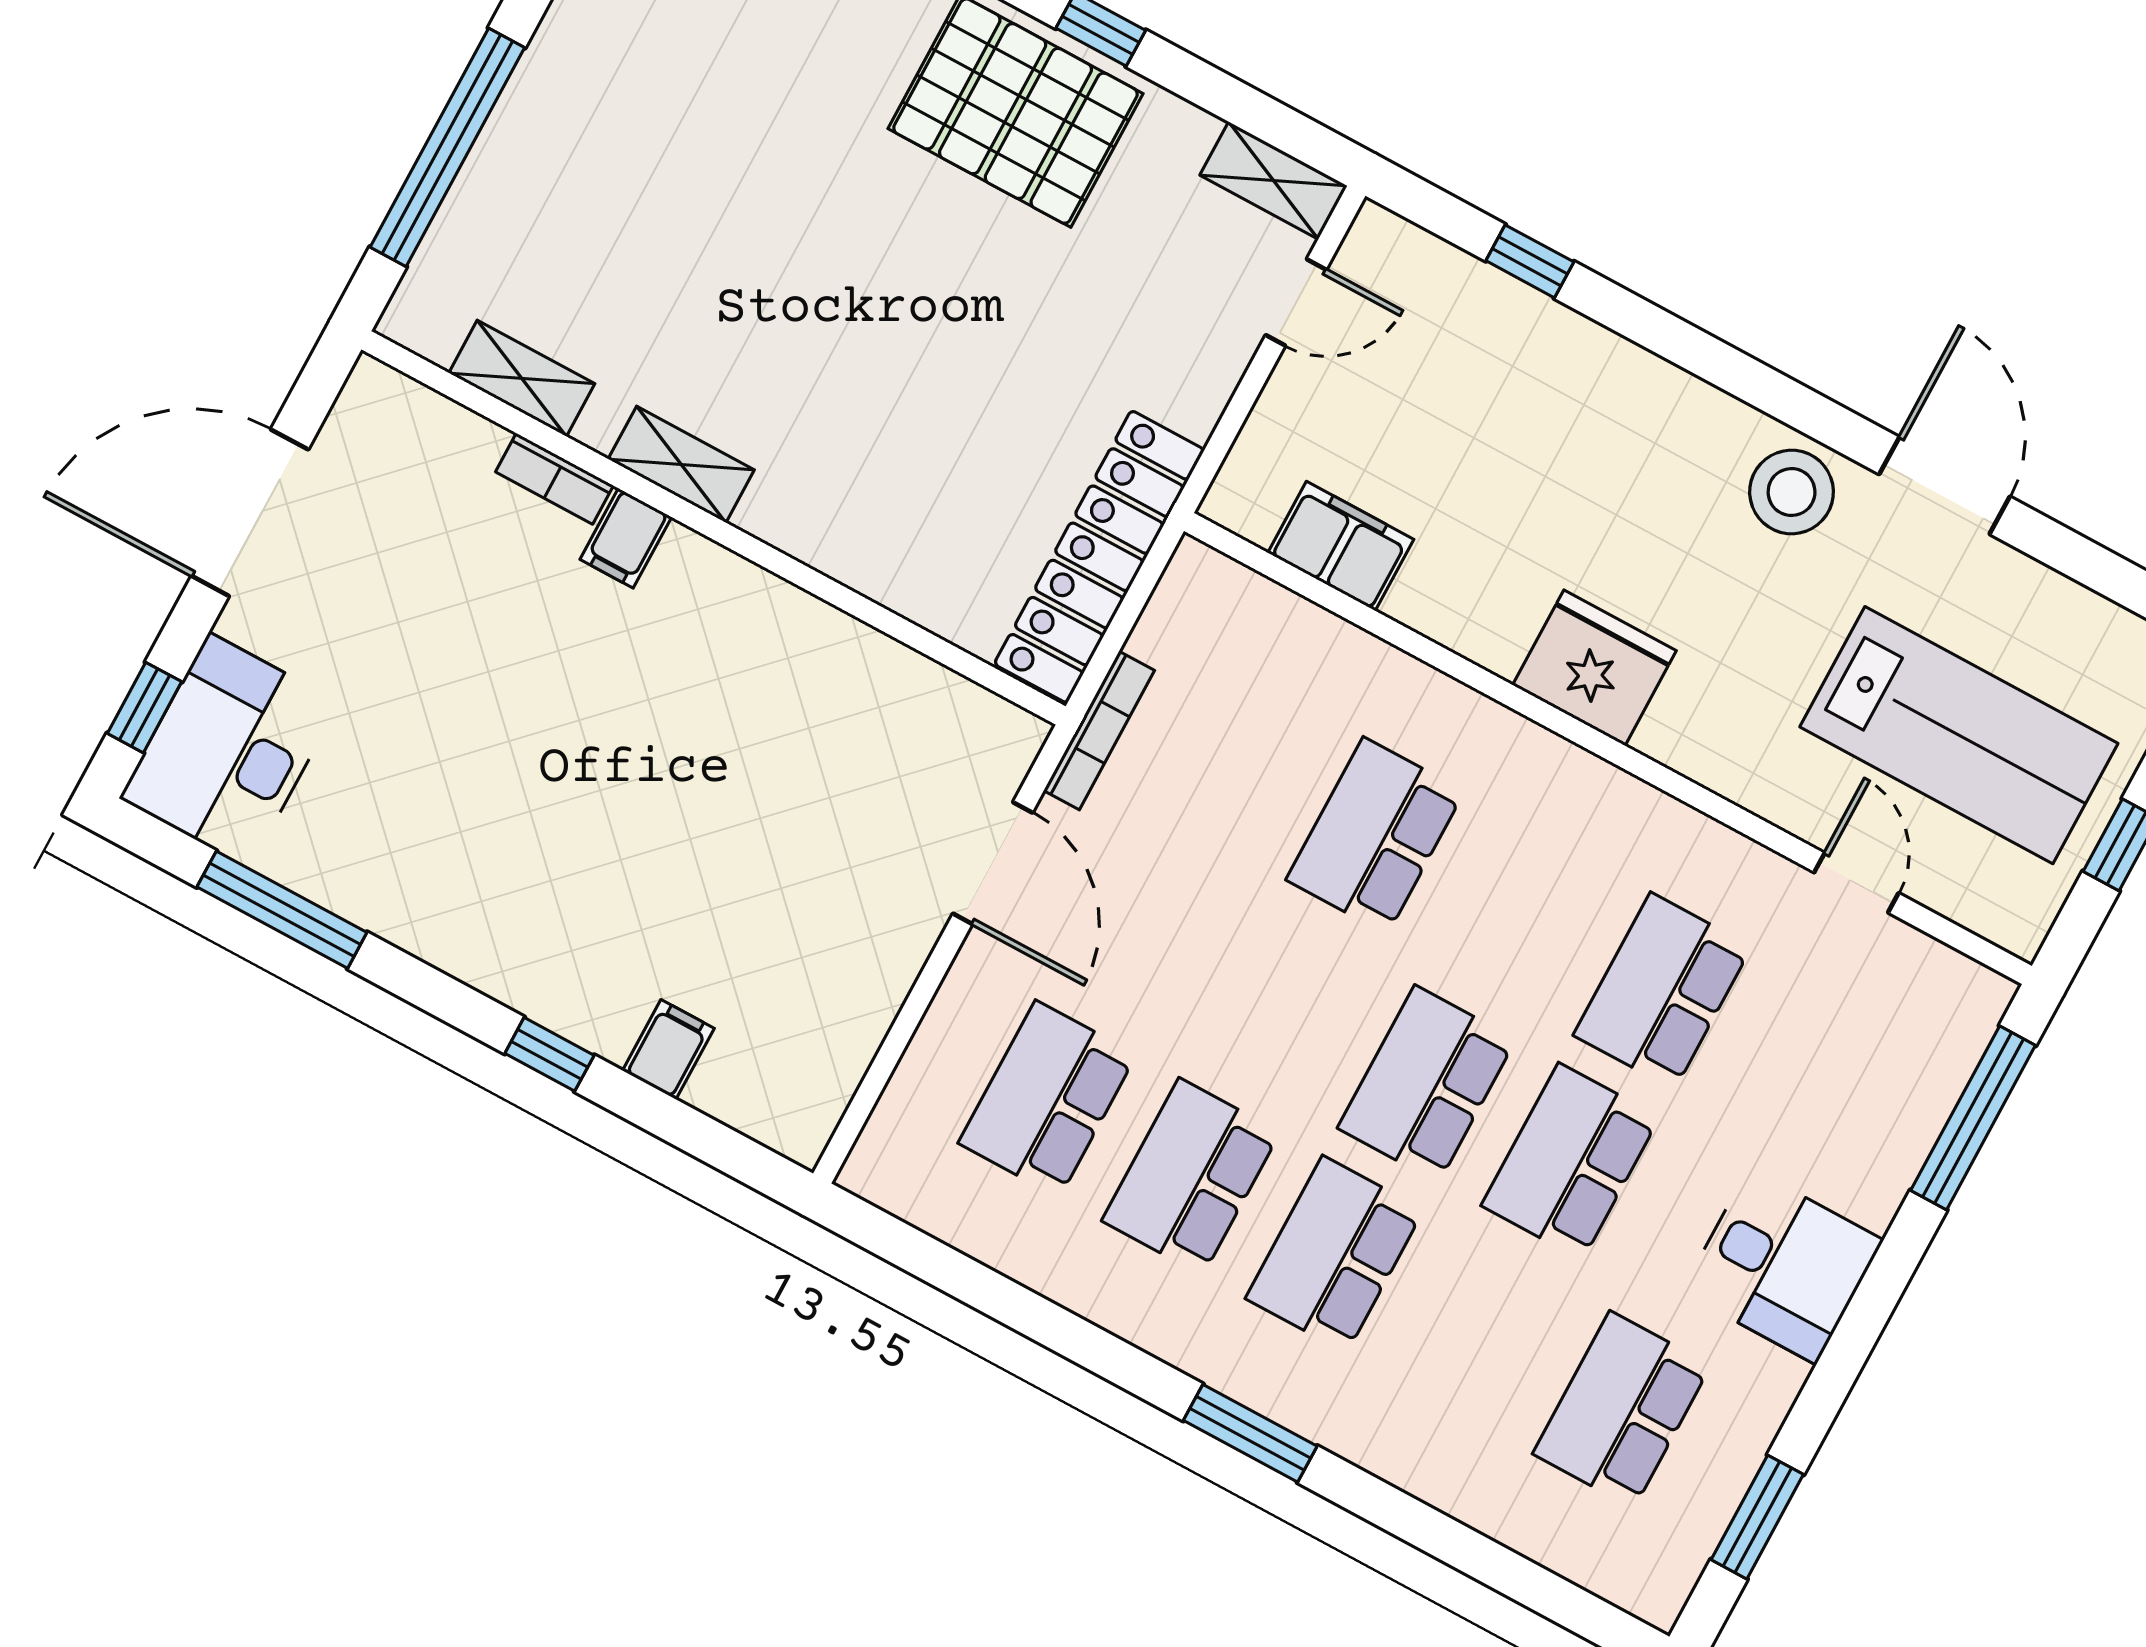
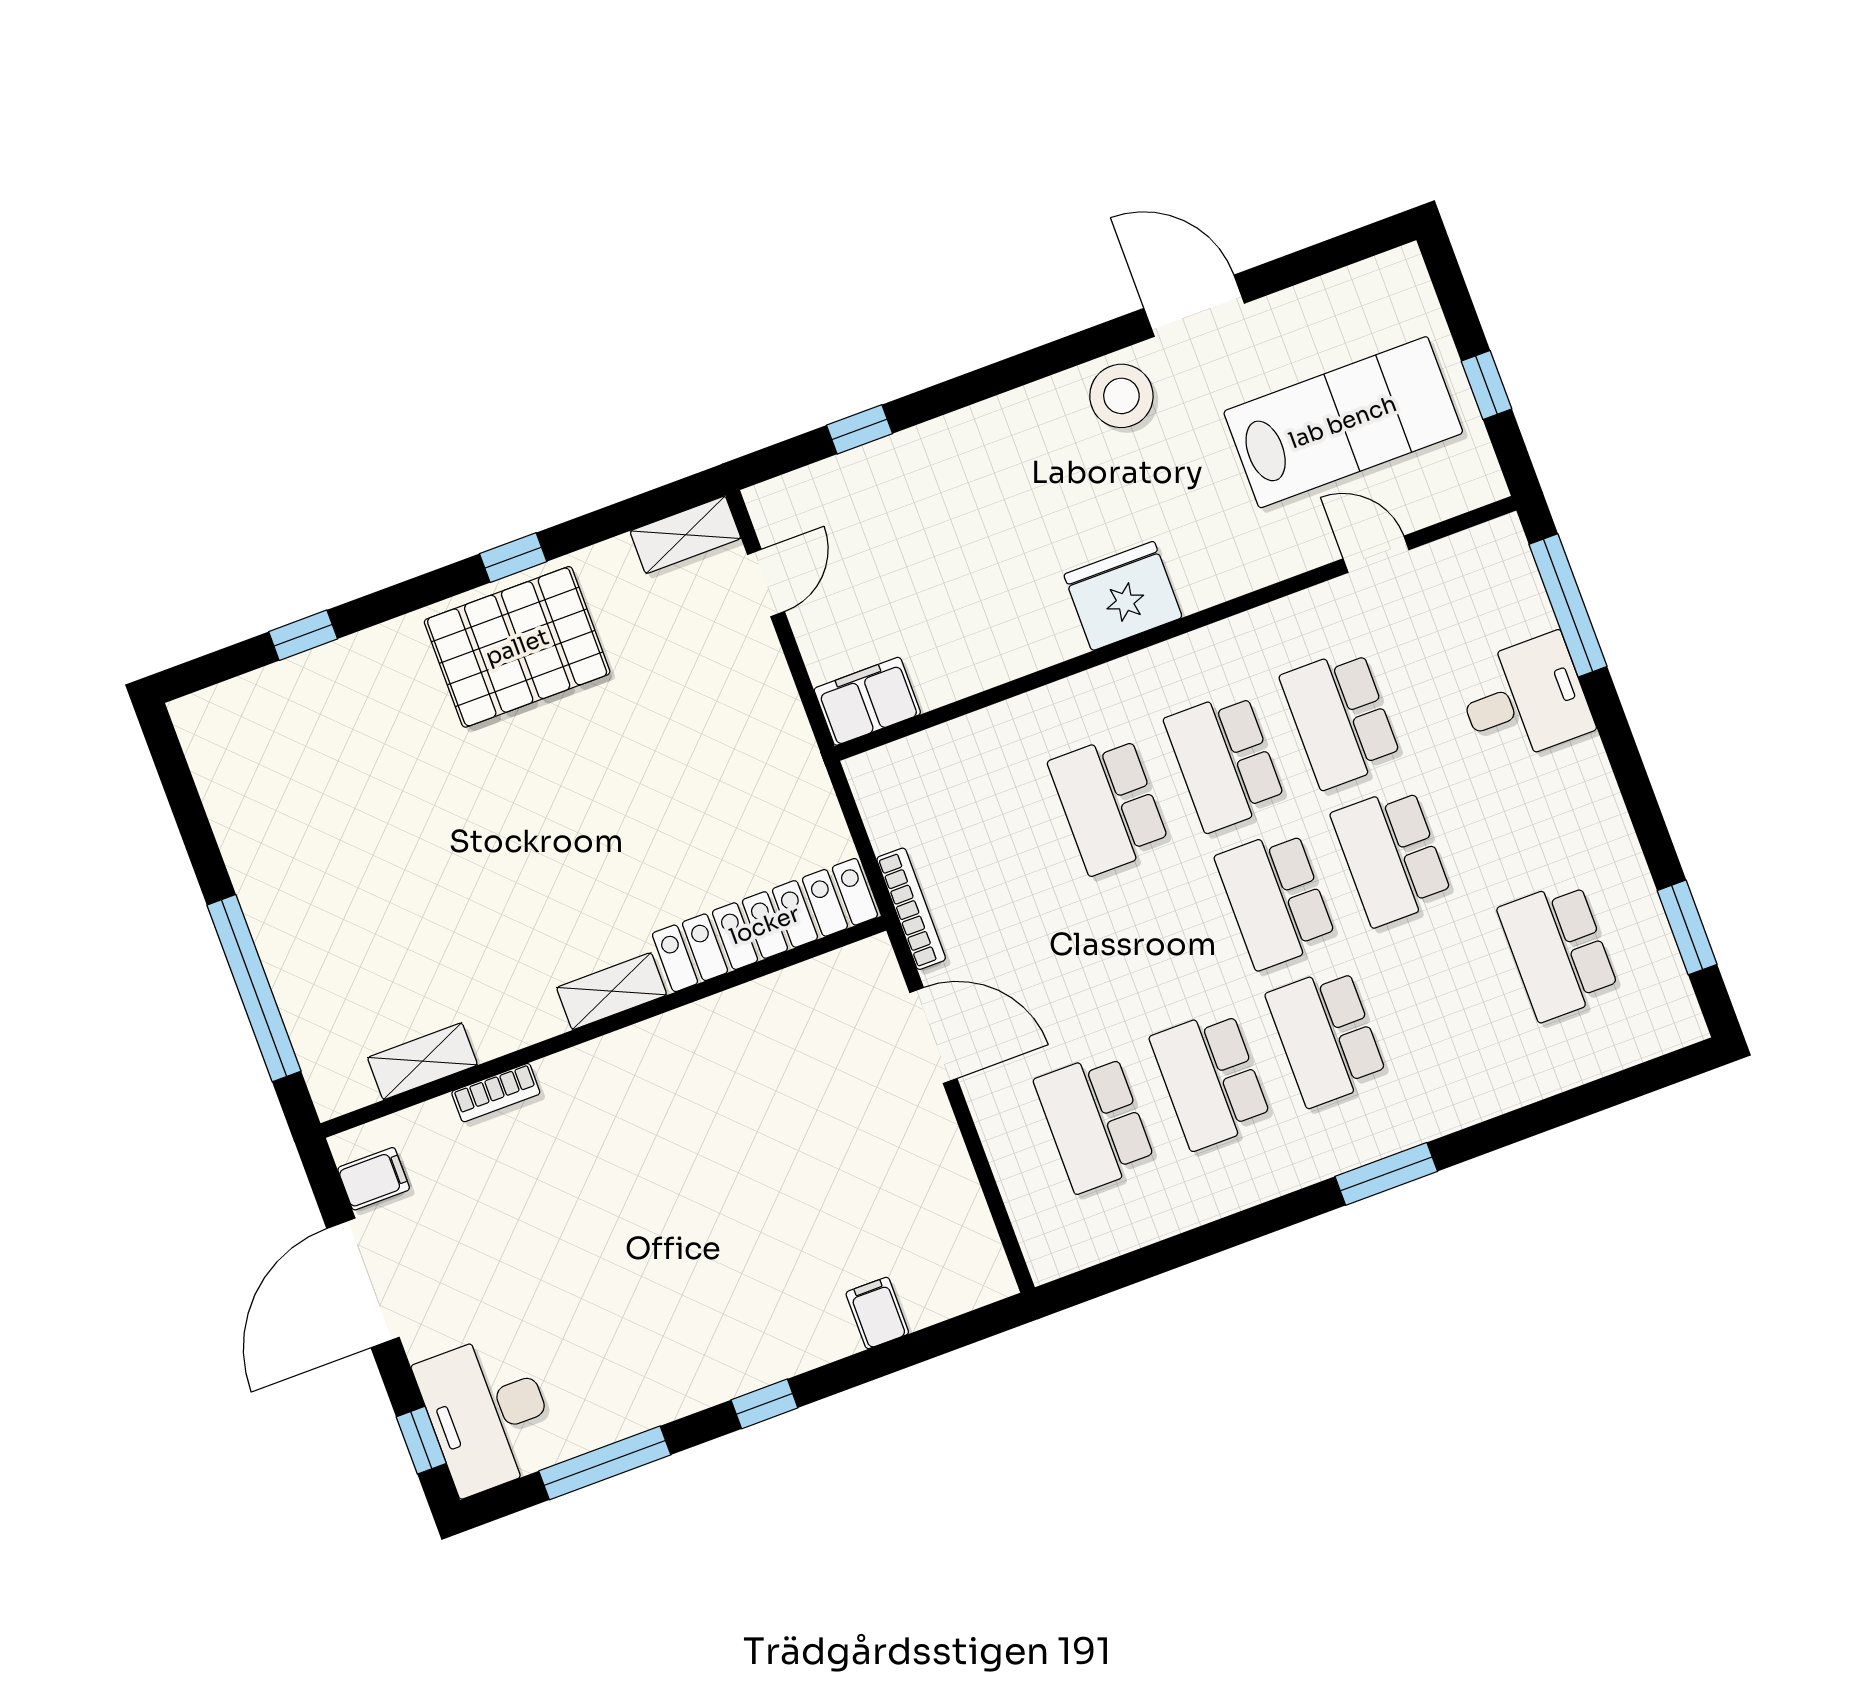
shelving: (681, 465) -> (612, 991), moved
filing cabinet: (626, 538) -> (374, 1179), moved, turned -90
filing cabinet: (1341, 546) -> (867, 701), moved
locker: (1099, 557) -> (765, 925), moved, turned 90
school desk: (1519, 913) -> (1225, 761), added
window: (549, 1054) -> (764, 1404), moved
desk: (1783, 1266) -> (1524, 699), moved

